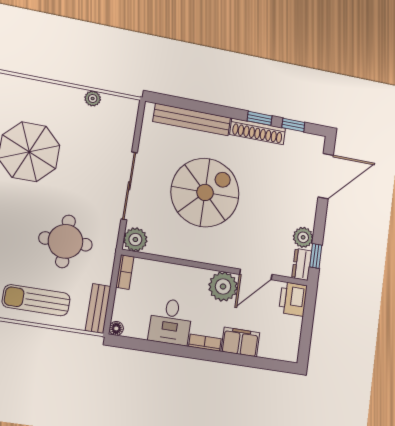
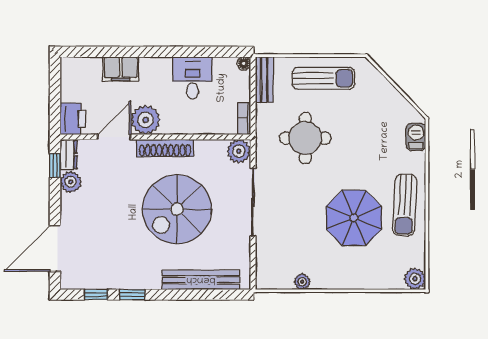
shoe rack: (258, 131) -> (165, 148), moved, turned 180
bookcase: (205, 343) -> (156, 63), removed

